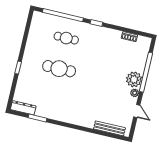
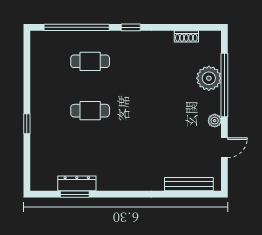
cafe table: (59, 69) -> (90, 111), width x0.73, depth x0.74
plant: (134, 79) -> (209, 78), moved
dresser: (23, 108) -> (77, 183), moved
door: (137, 111) -> (224, 148), hinge flipped

